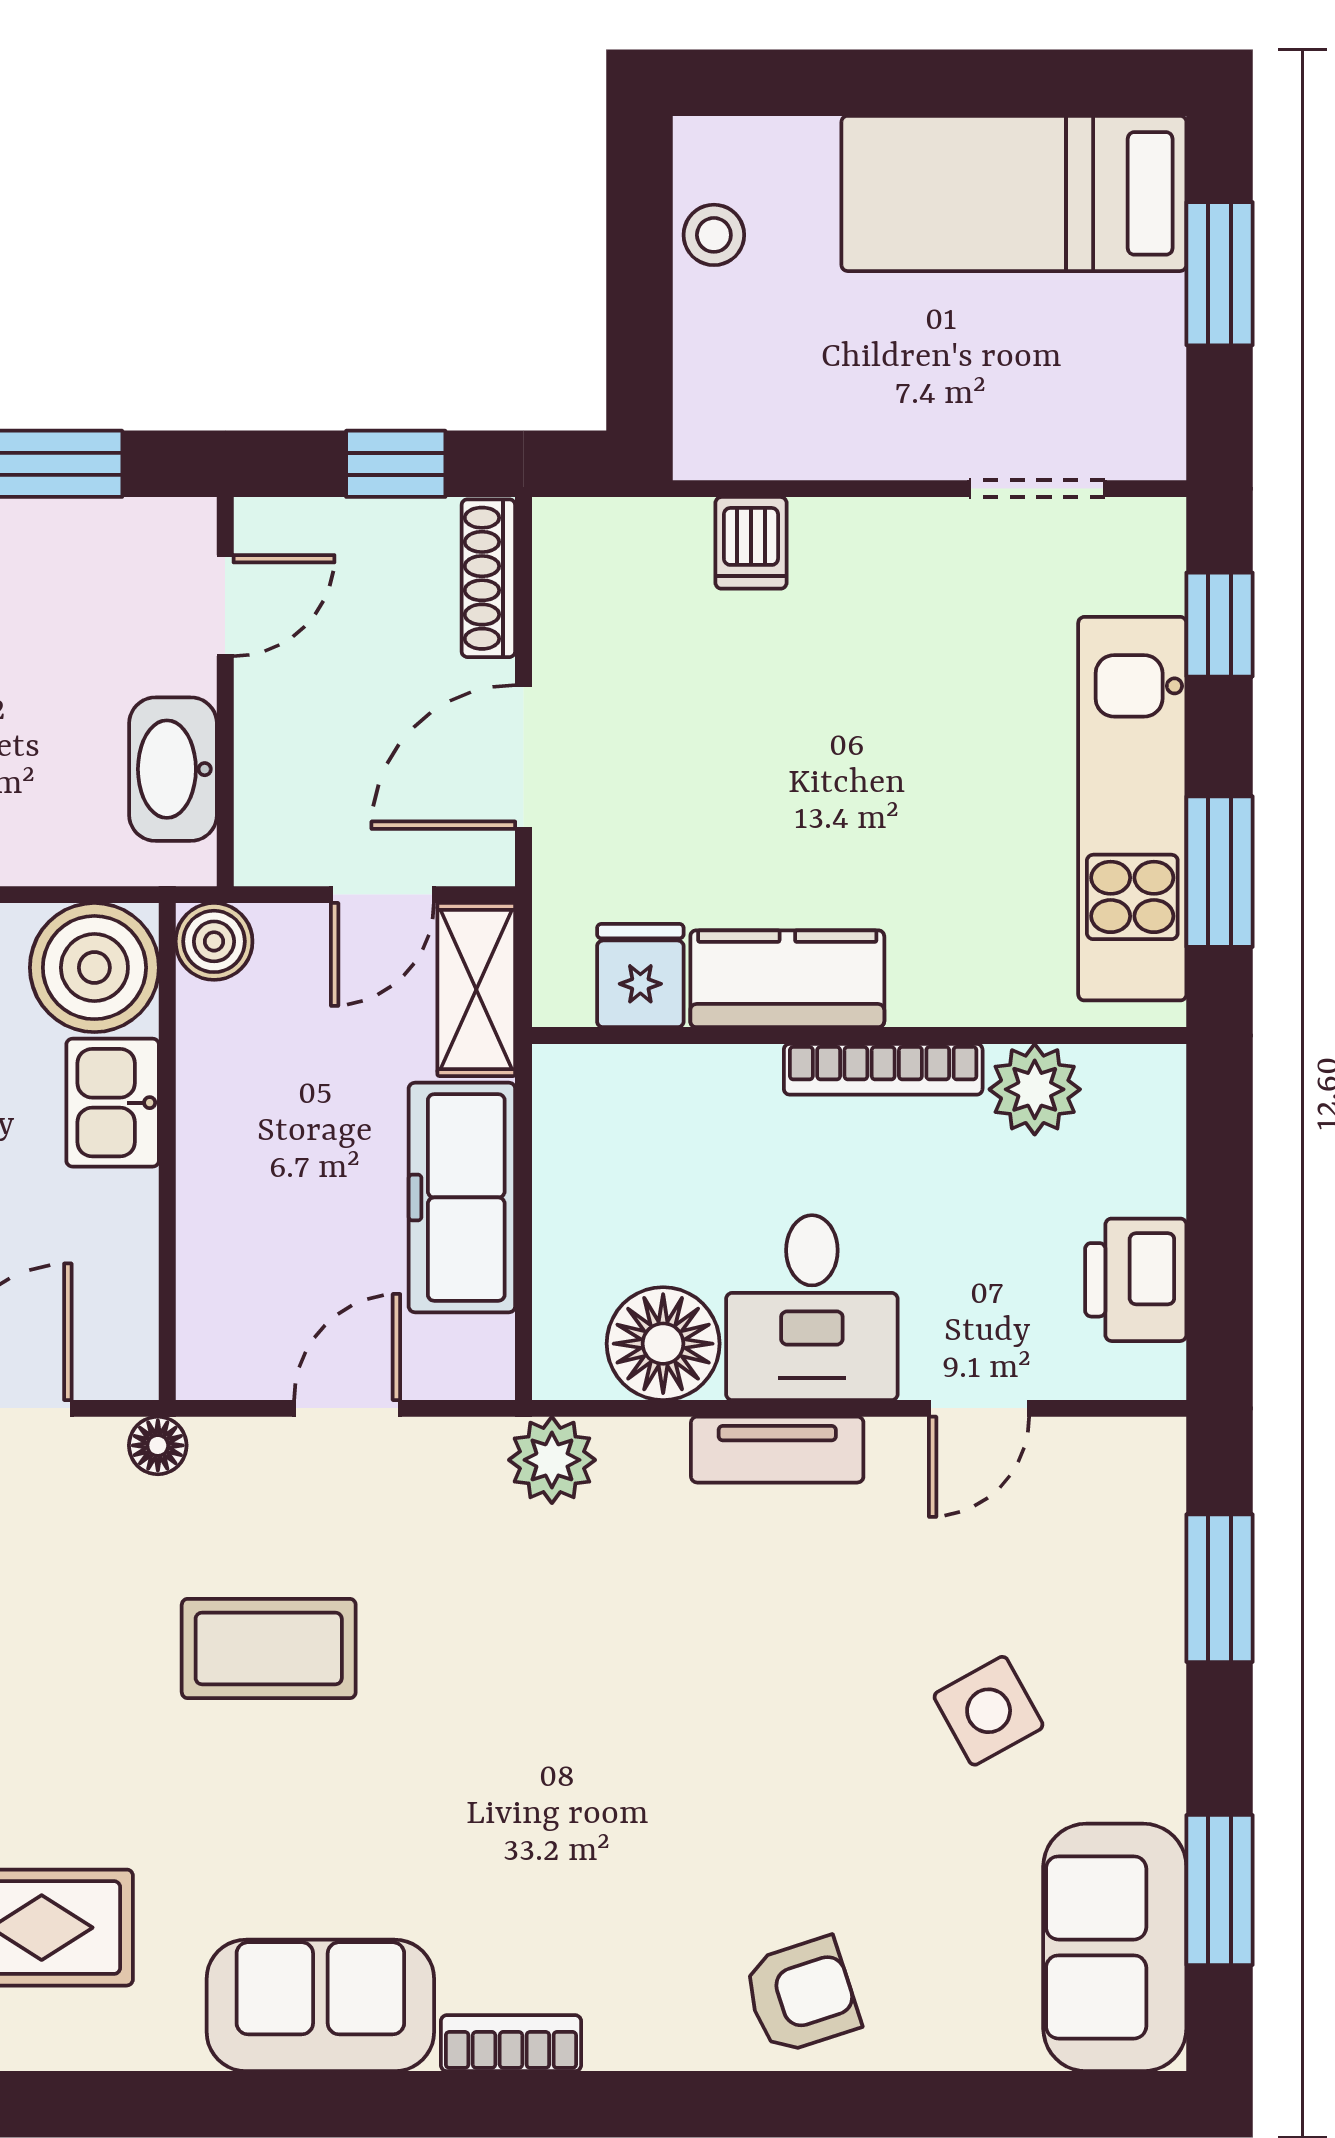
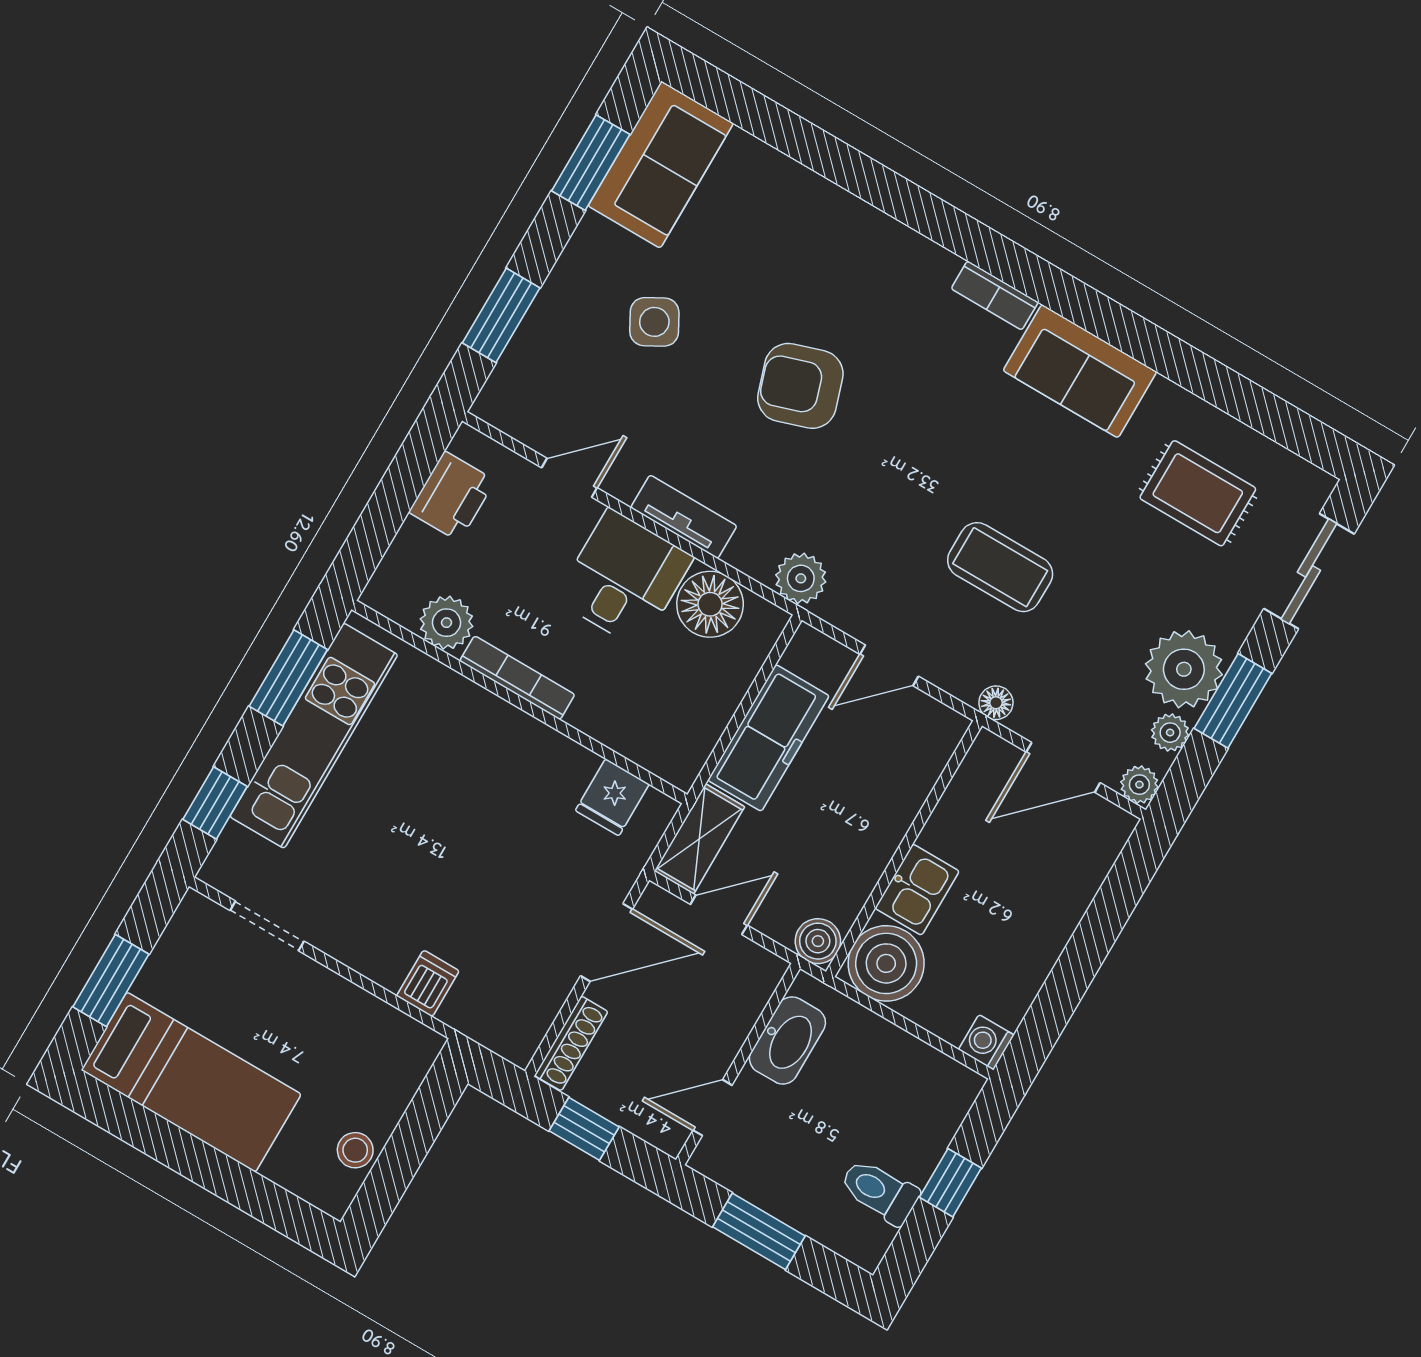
kitchen counter: (787, 979) -> (539, 752), removed
armchair: (801, 1995) -> (800, 386), moved, width x1.38, depth x1.38

